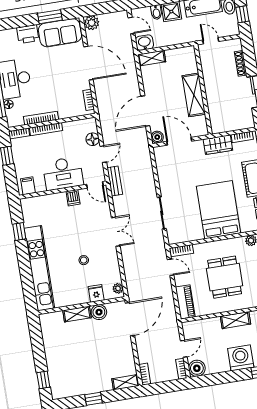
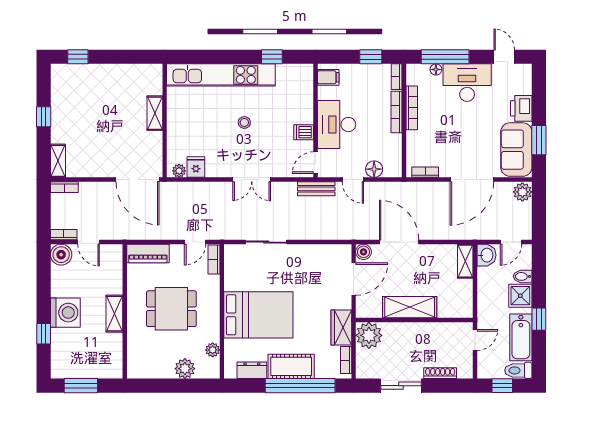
plant: (220, 123) -> (369, 335), added
stool: (84, 260) -> (244, 122), moved
fridge: (96, 293) -> (196, 167), moved, turned -90
boiler: (99, 312) -> (153, 142), removed

